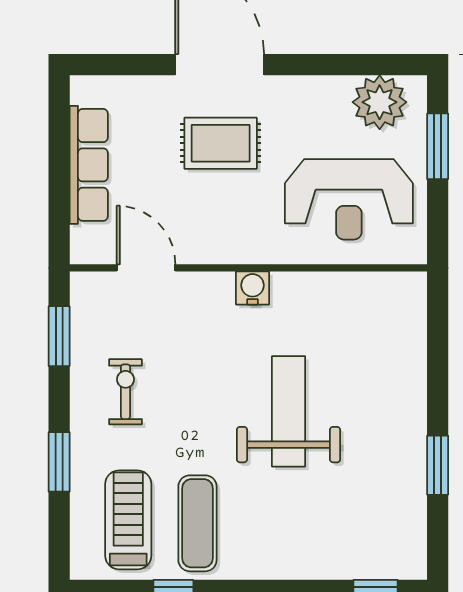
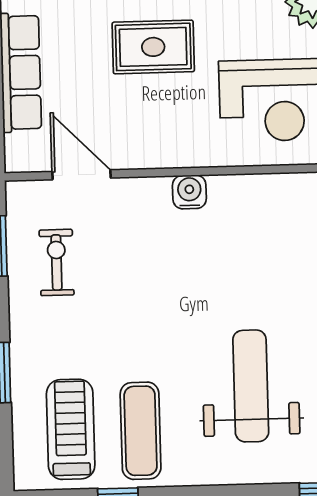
exercise bike: (125, 392) -> (57, 262), moved
weight bench: (289, 411) -> (251, 386), moved

